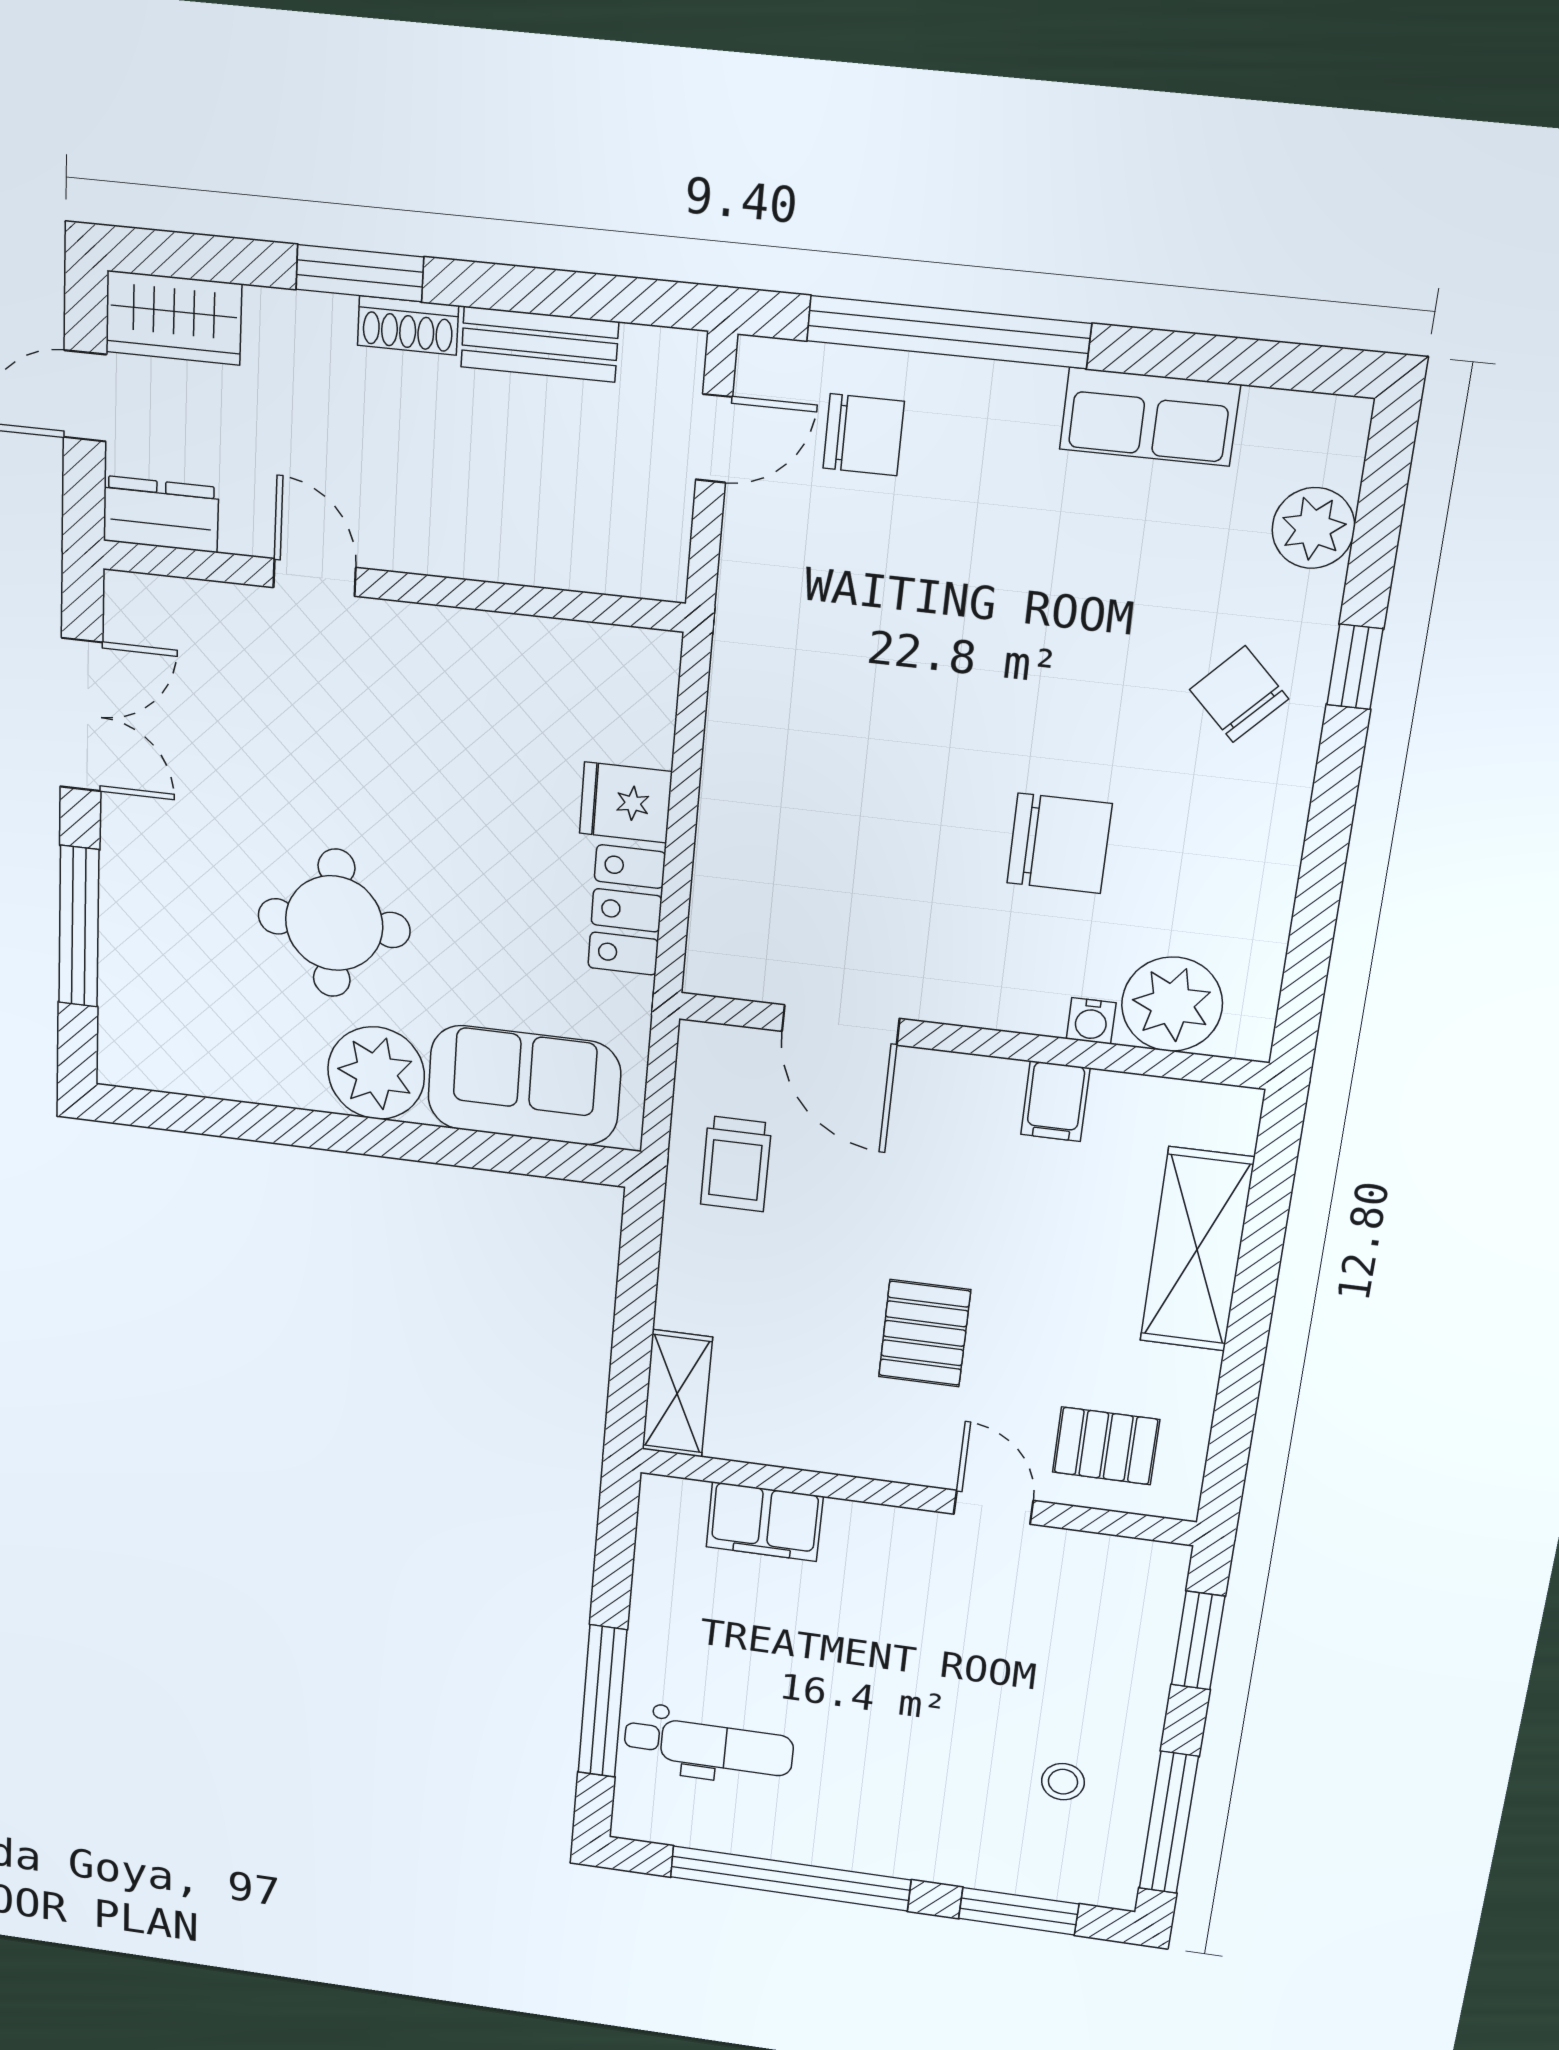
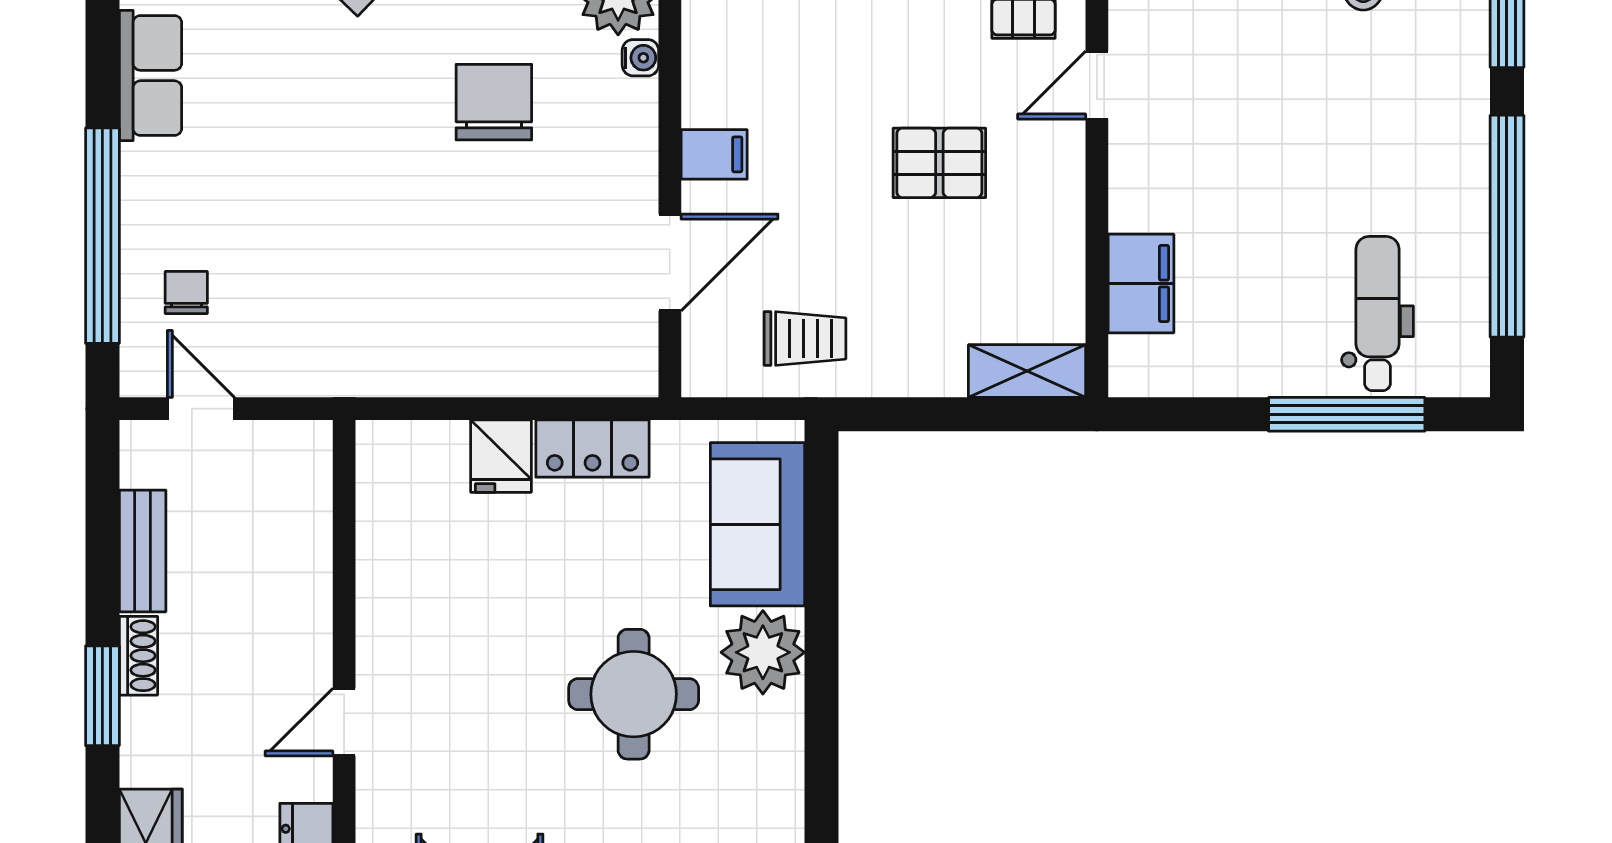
chair: (864, 435) -> (186, 292), width x0.73, depth x0.73
filing cabinet: (1055, 1101) -> (714, 154), moved

